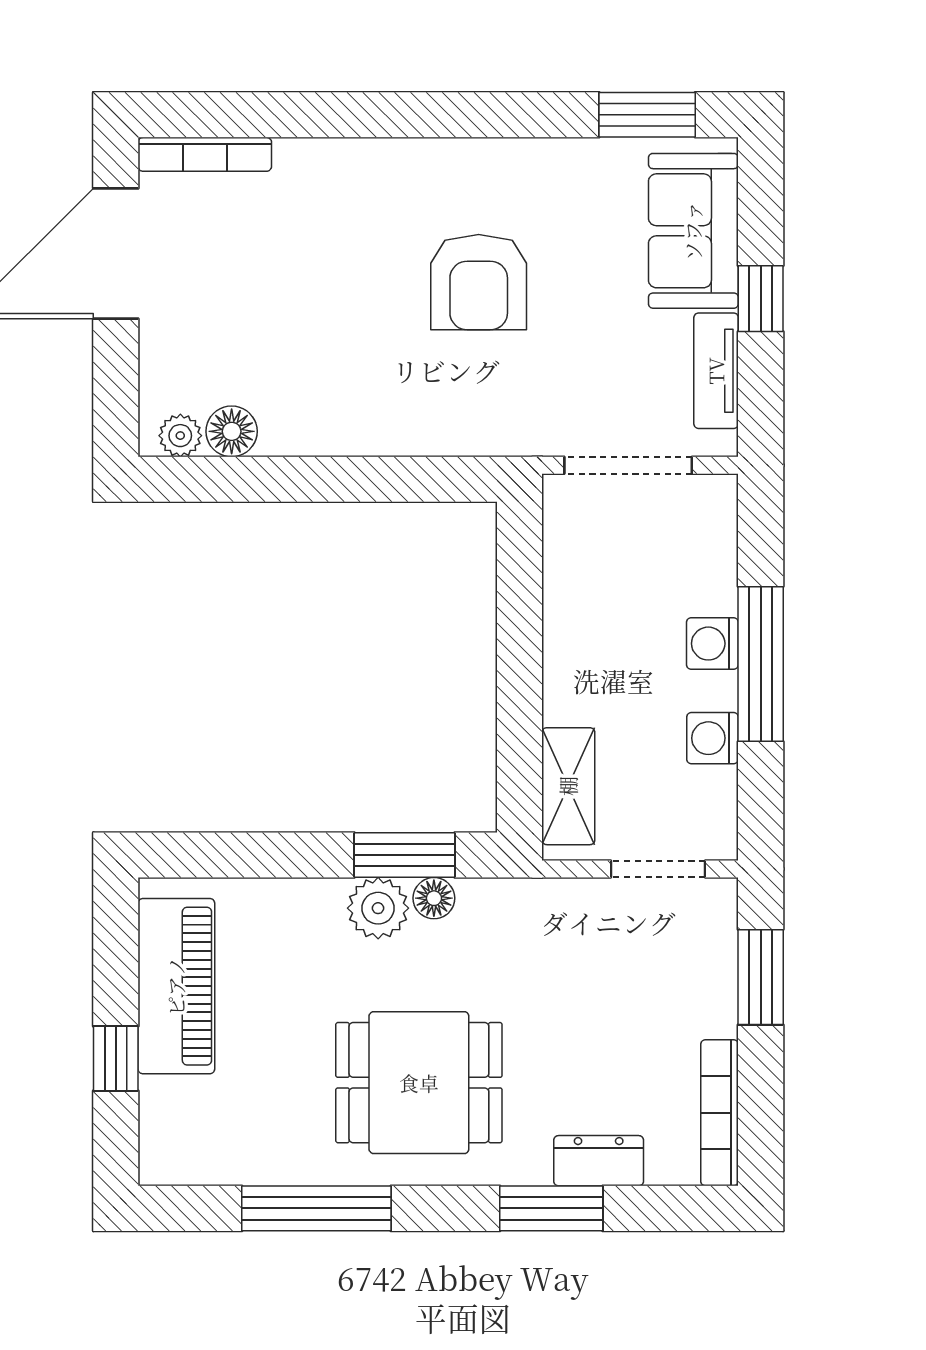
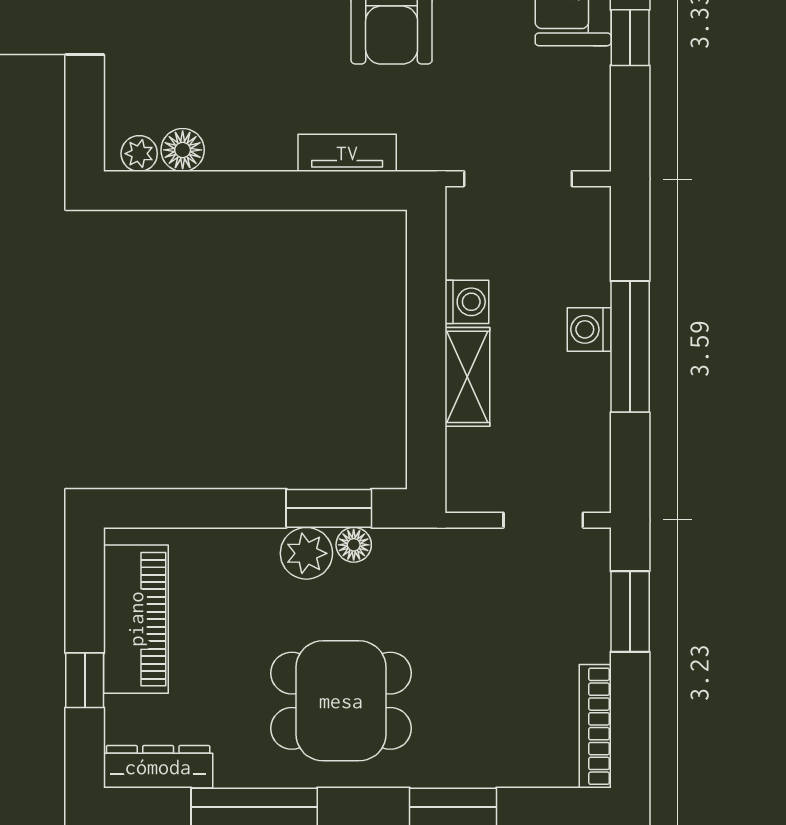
tv unit: (716, 371) -> (347, 153), moved, turned 90
washing machine: (713, 738) -> (467, 302), moved, turned 180
shelving: (568, 786) -> (467, 377), moved
dresser: (599, 1161) -> (158, 767), moved, width x1.44

